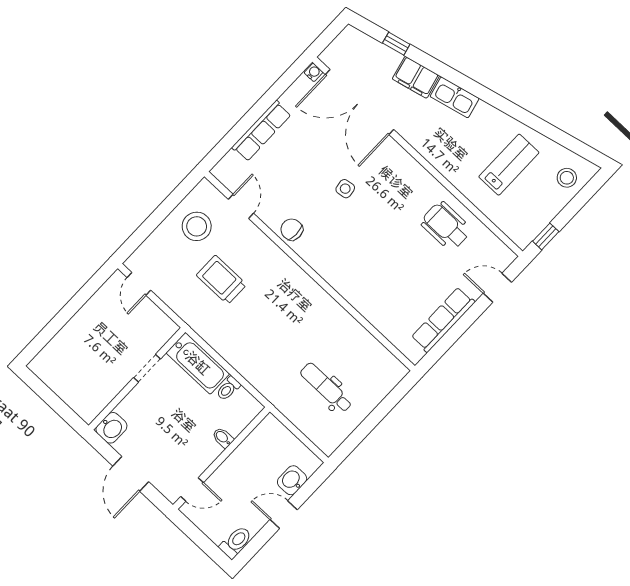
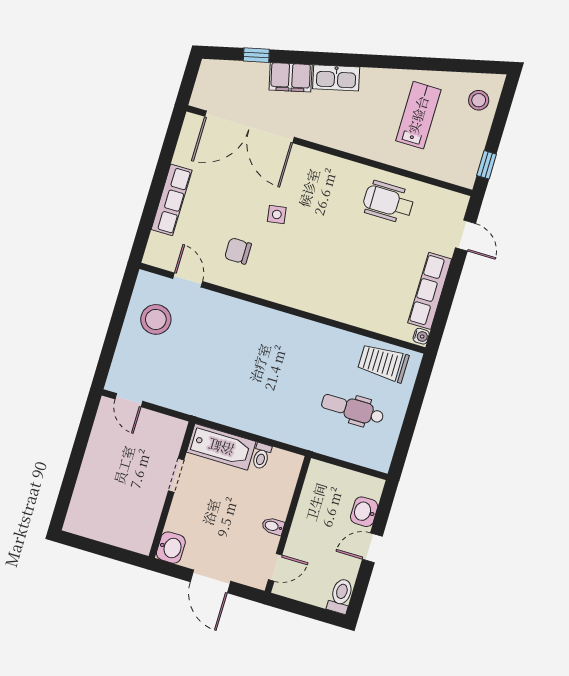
water cooler: (314, 72) -> (421, 336), moved, turned 90
chair: (292, 230) -> (238, 251), moved
trolley: (221, 280) -> (383, 363), moved
door: (497, 288) -> (465, 236), swing flipped
bidet: (223, 438) -> (273, 526), moved

